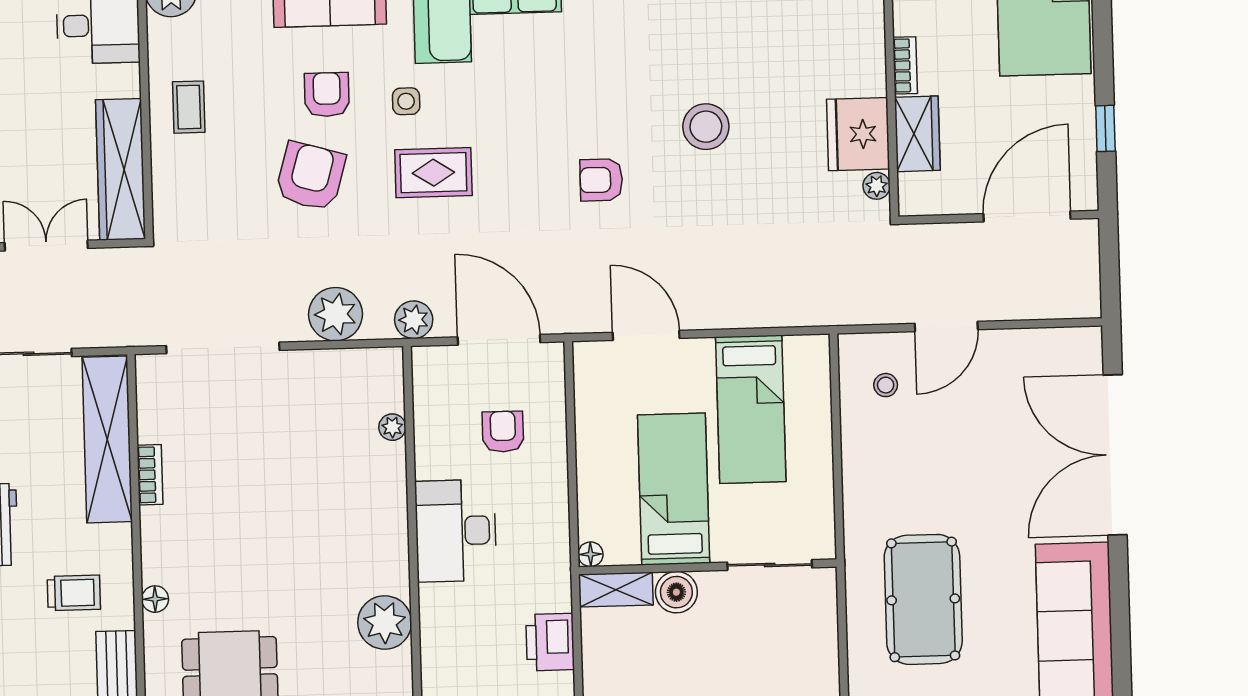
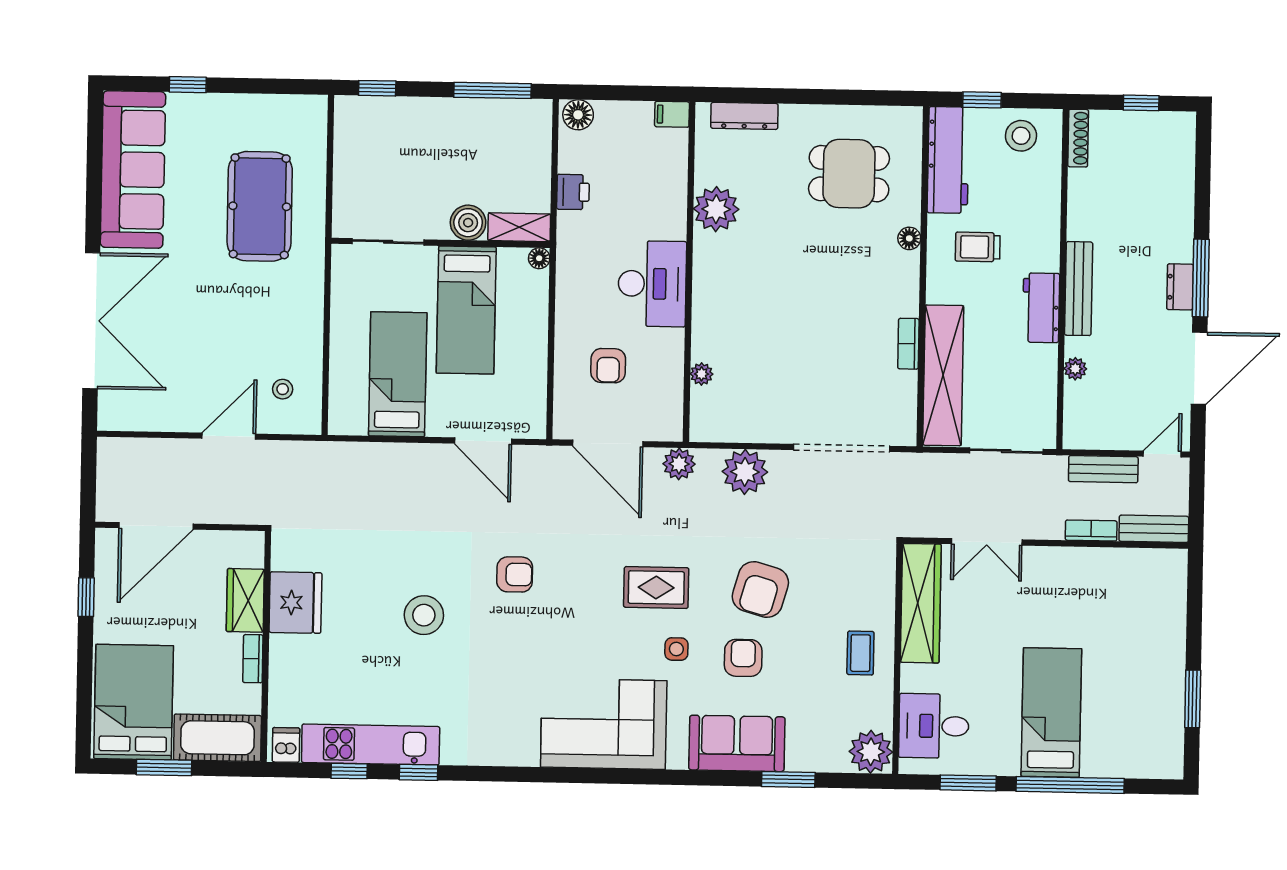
armchair: (327, 95) -> (743, 658), turned 180
plant: (877, 186) -> (282, 558), removed
printer: (550, 642) -> (573, 192), width x0.73, depth x0.81

